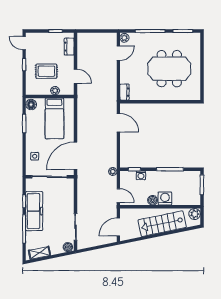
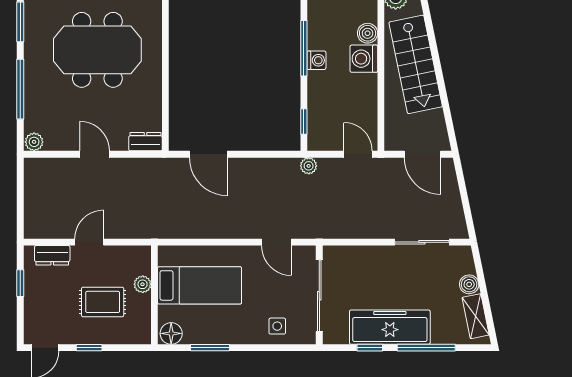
door: (118, 53) -> (95, 154), moved
meeting table: (169, 69) -> (97, 50), turned 90
rug: (46, 71) -> (103, 302), turned 90
door: (76, 76) -> (89, 242), moved
door: (118, 123) -> (208, 154), swing flipped
door: (76, 156) -> (276, 242), width x0.53
washing machine: (141, 175) -> (316, 60), moved
door: (118, 196) -> (358, 154), hinge flipped
boiler: (153, 200) -> (368, 33), moved
boiler: (68, 247) -> (469, 284), moved

